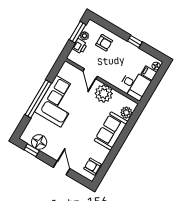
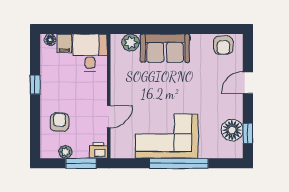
window: (78, 32) -> (81, 163), moved
printer: (80, 46) -> (98, 150), moved
plant: (104, 94) -> (123, 85), removed

